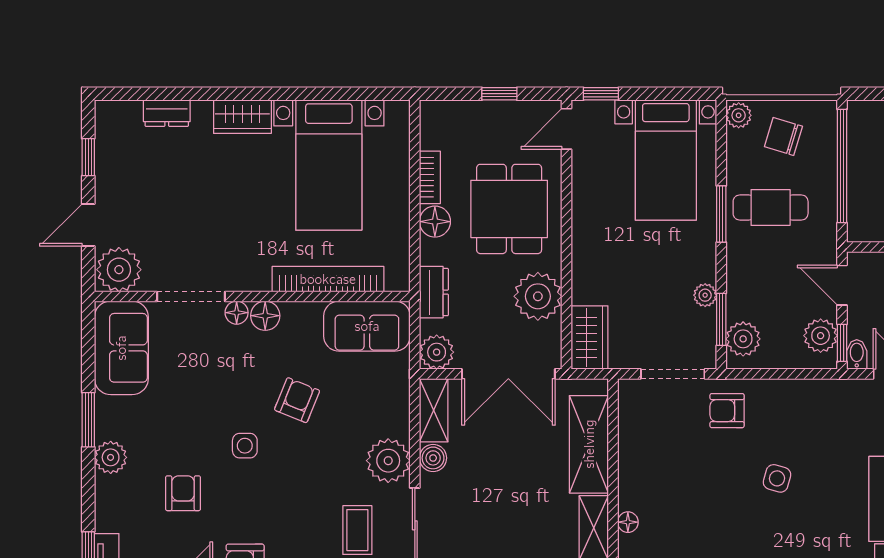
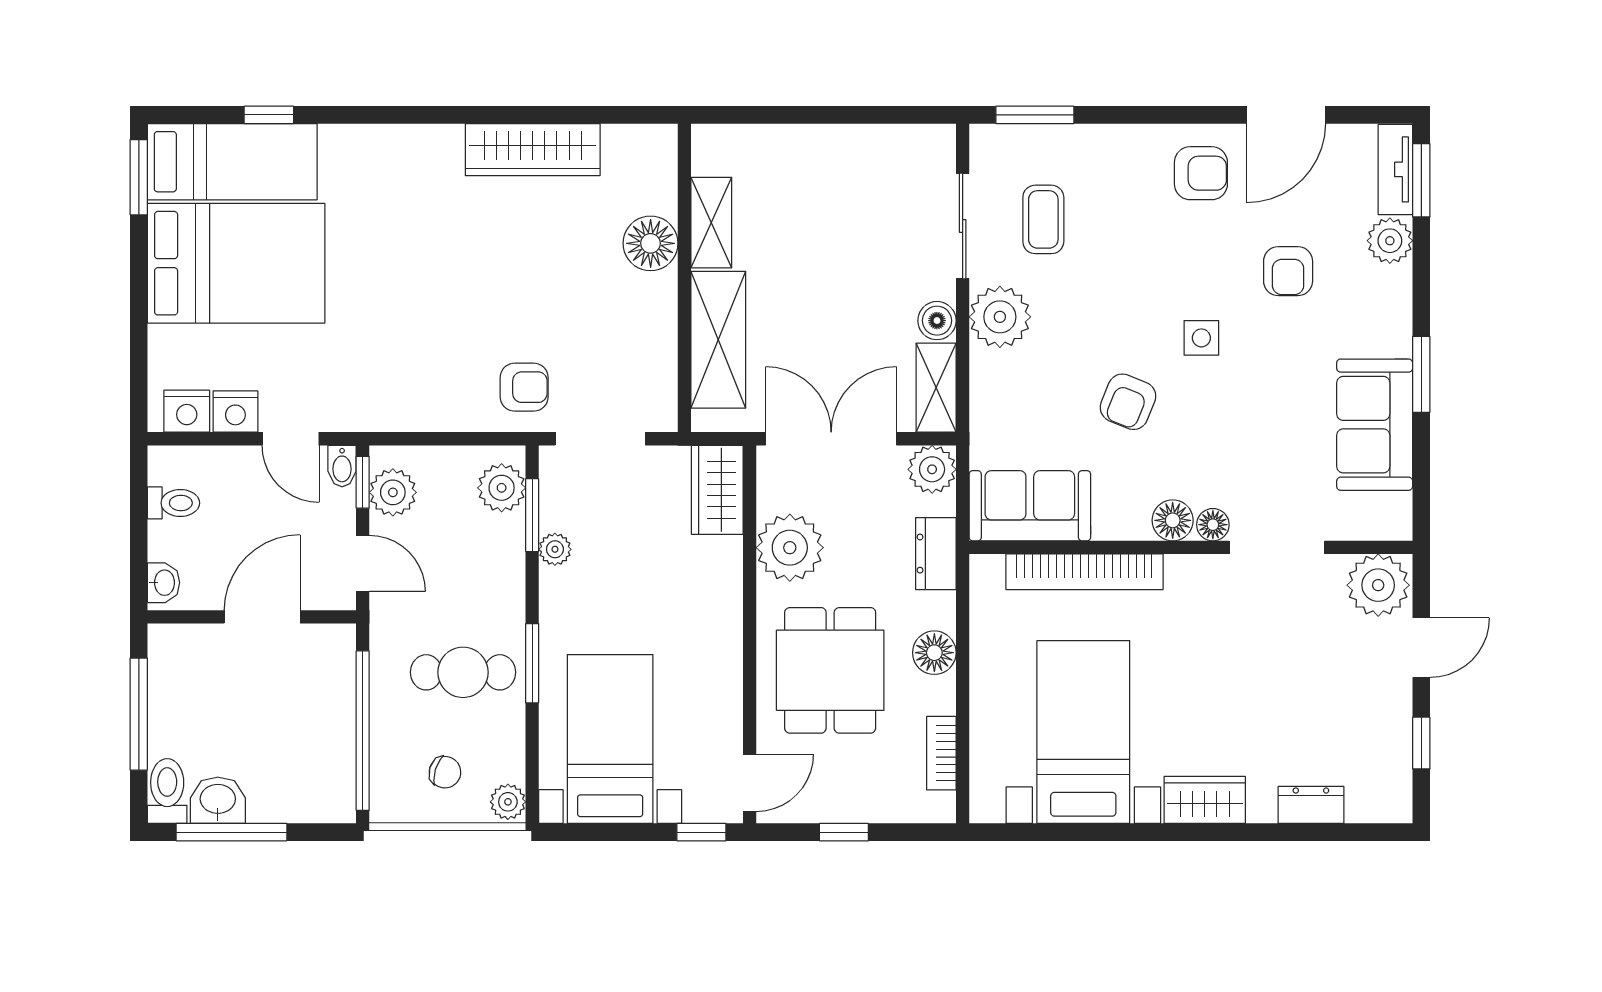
chair: (783, 136) -> (445, 772), width x0.73, depth x0.73
bookcase: (430, 177) -> (941, 753), moved
sofa: (121, 348) -> (1375, 425), moved
plant: (111, 457) -> (1390, 241), moved
side table: (777, 478) -> (454, 292), removed
floor lamp: (628, 522) -> (651, 243), width x1.89, depth x1.89

